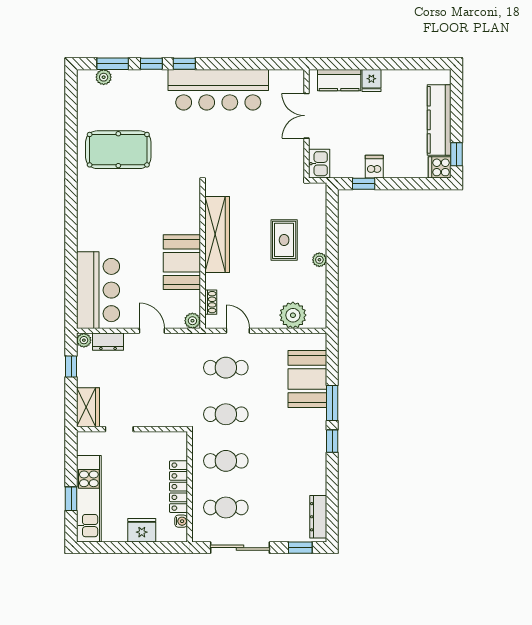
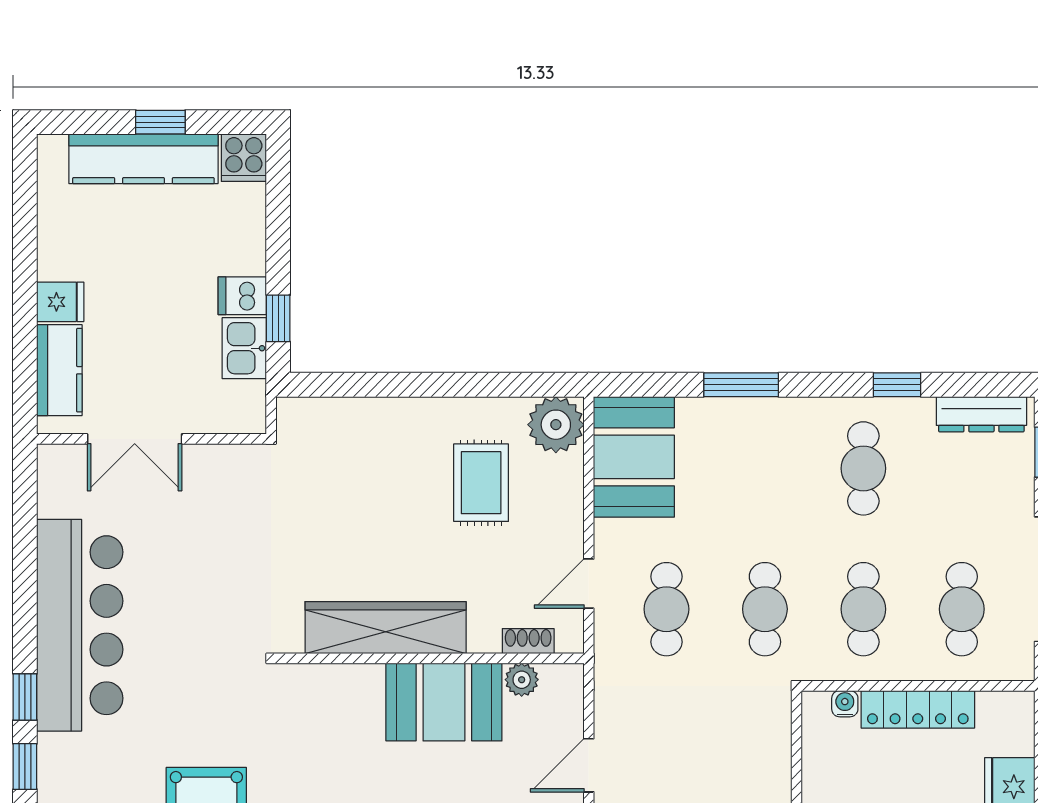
window: (457, 154) -> (160, 122), moved
kitchen sink: (319, 164) -> (244, 348), moved, turned -90
rug: (284, 240) -> (481, 483), moved, turned 90
plant: (319, 260) -> (439, 412), removed
plant: (293, 315) -> (556, 425), moved
plant: (192, 321) -> (522, 680), moved
booth: (307, 379) -> (634, 457), moved, turned 90
window: (332, 441) -> (897, 385), moved
cafe table: (292, 461) -> (863, 468), added
water cooler: (181, 521) -> (845, 704), moved

